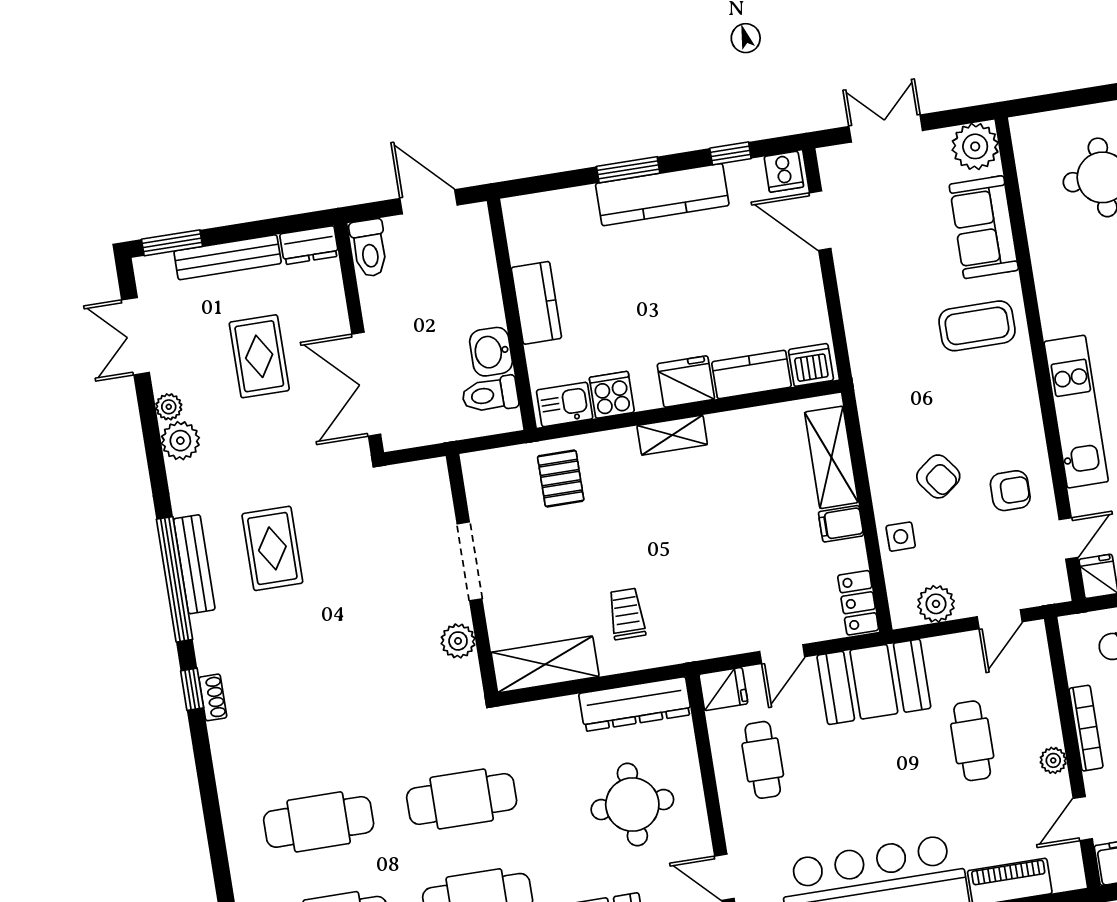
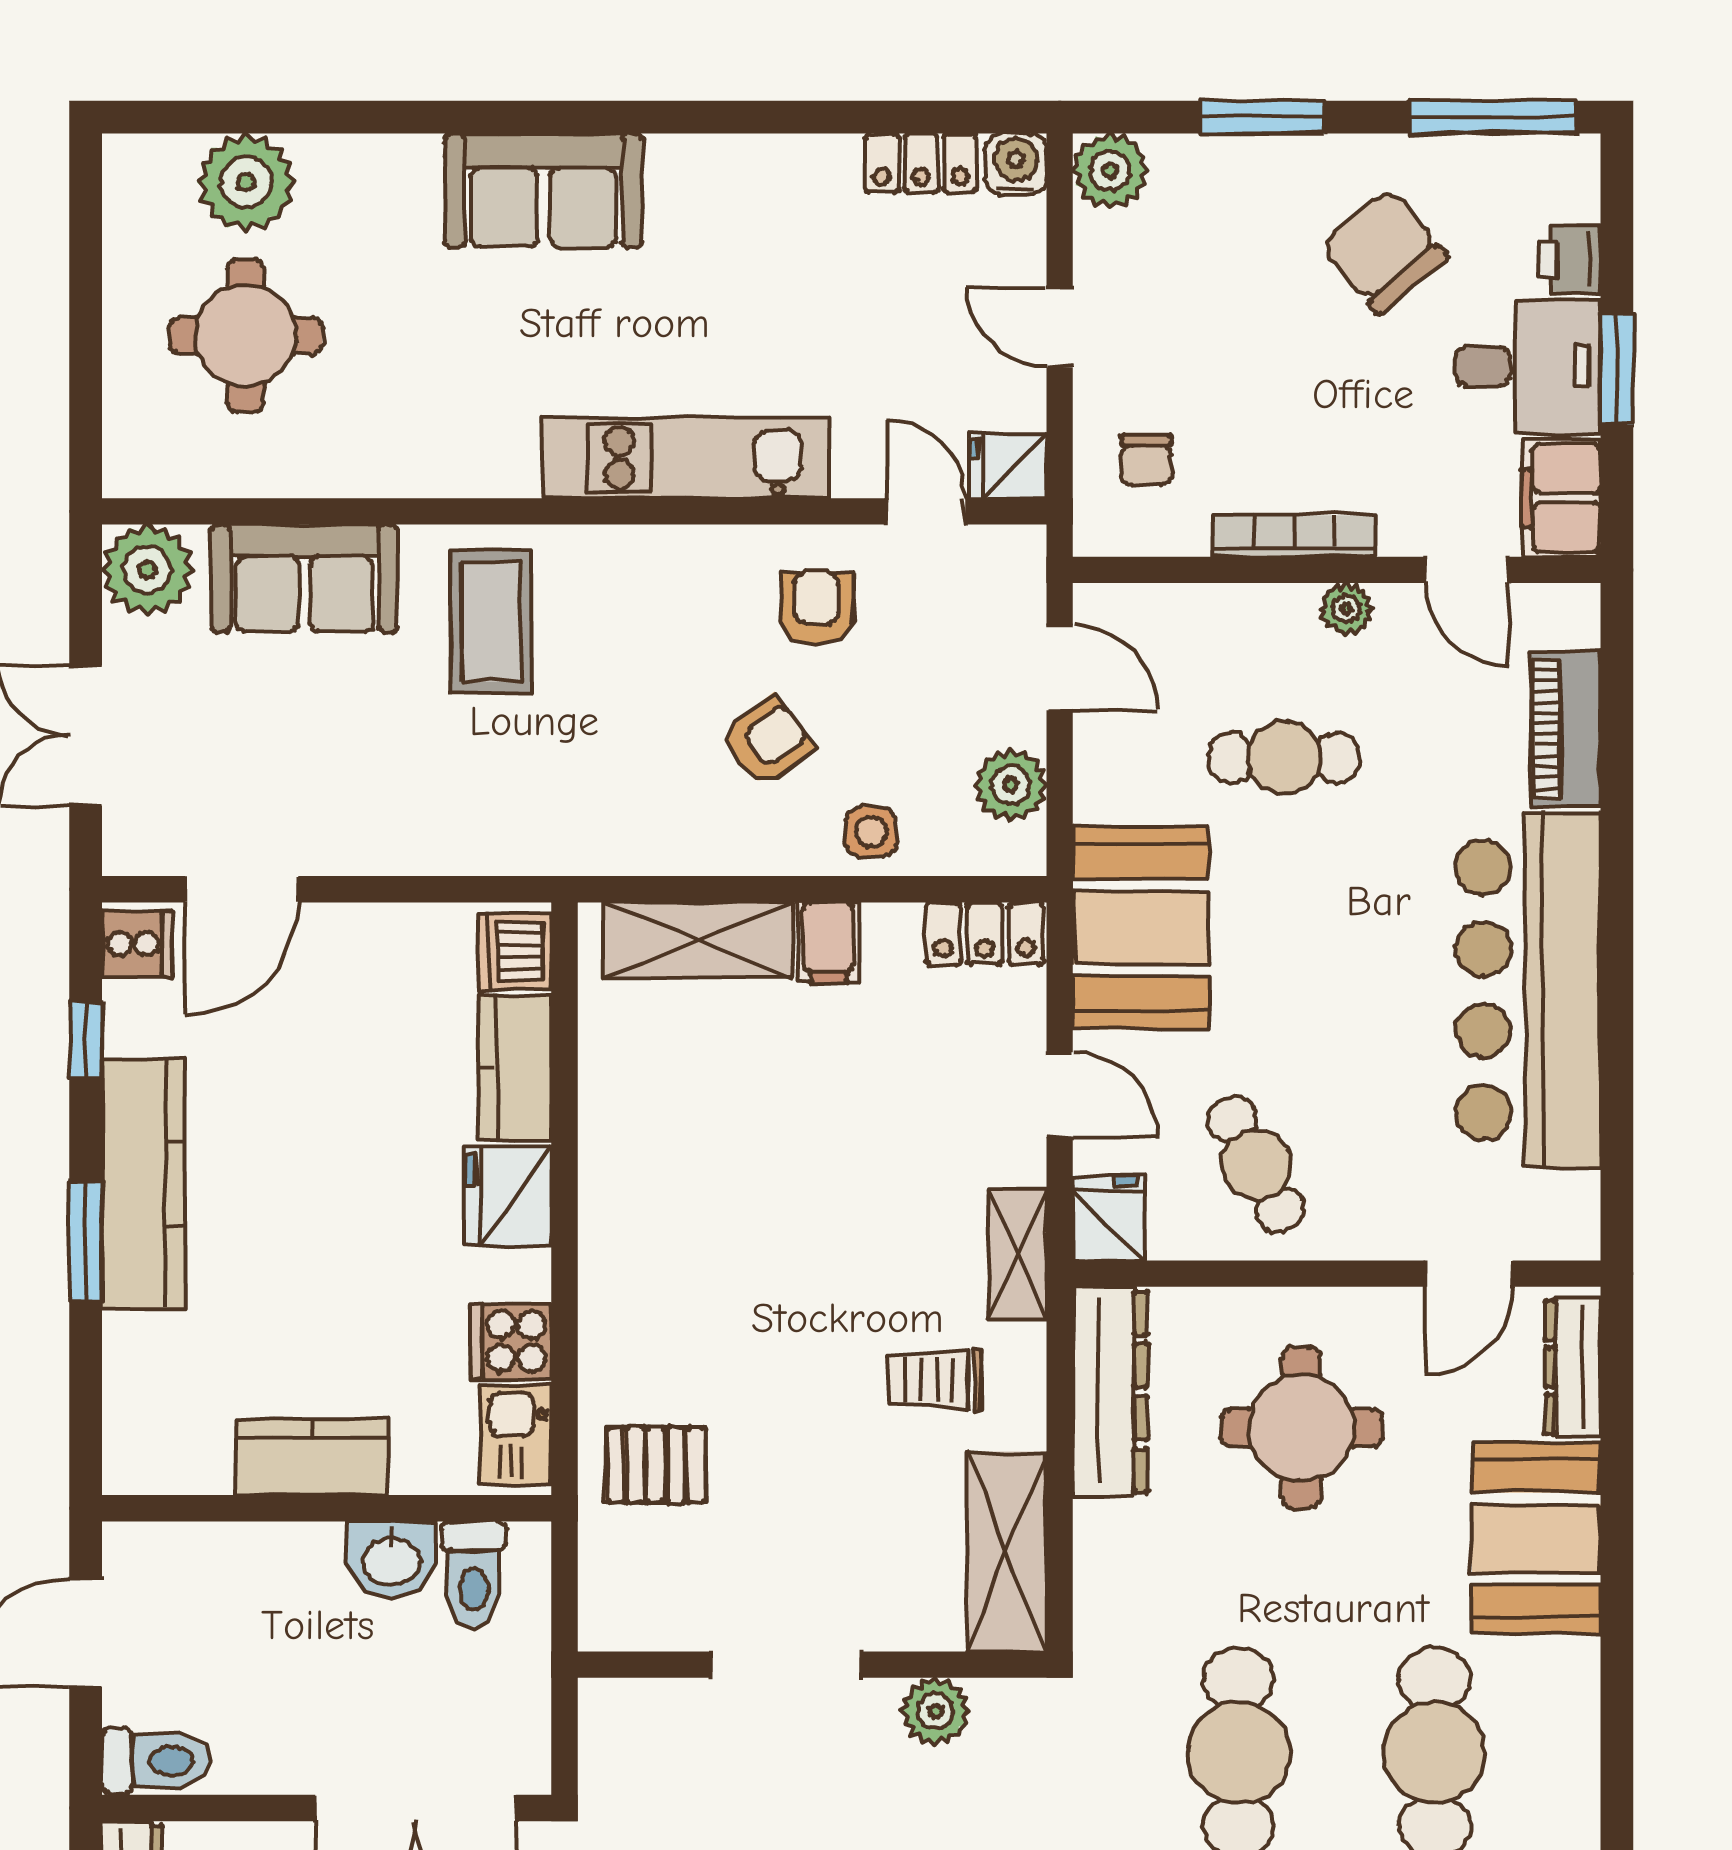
shelving: (672, 435) -> (1017, 1255), moved
cafe table: (763, 760) -> (1256, 1164), turned 62

